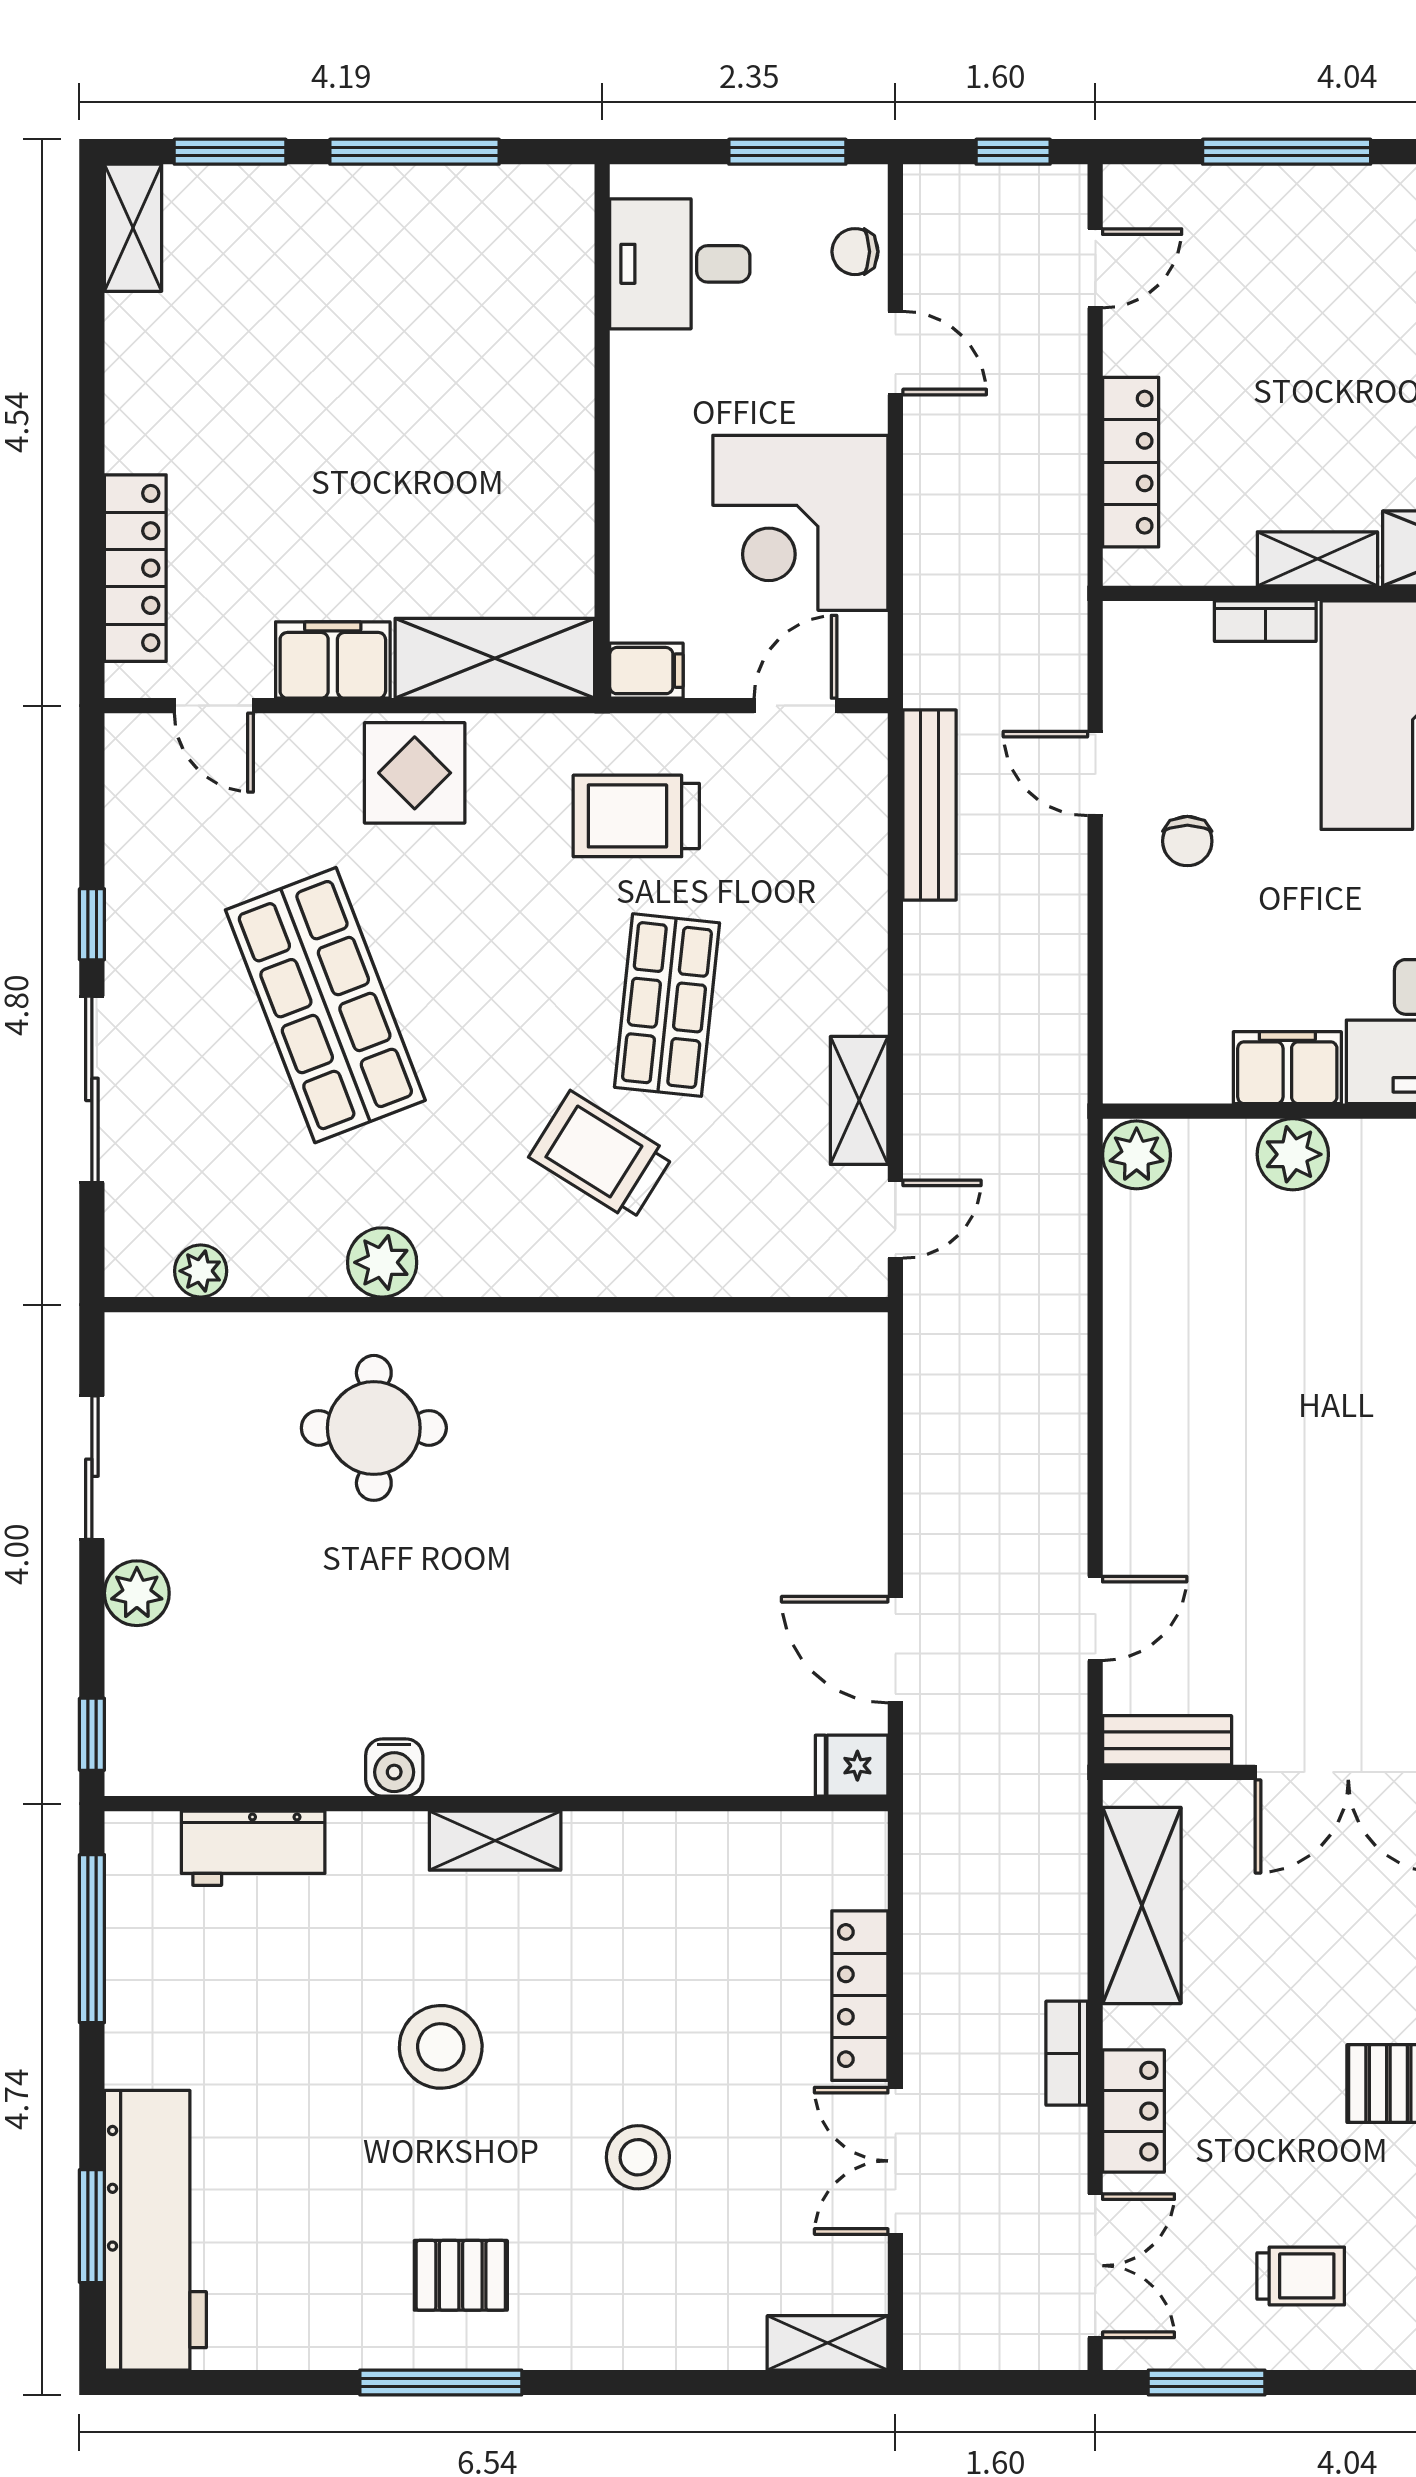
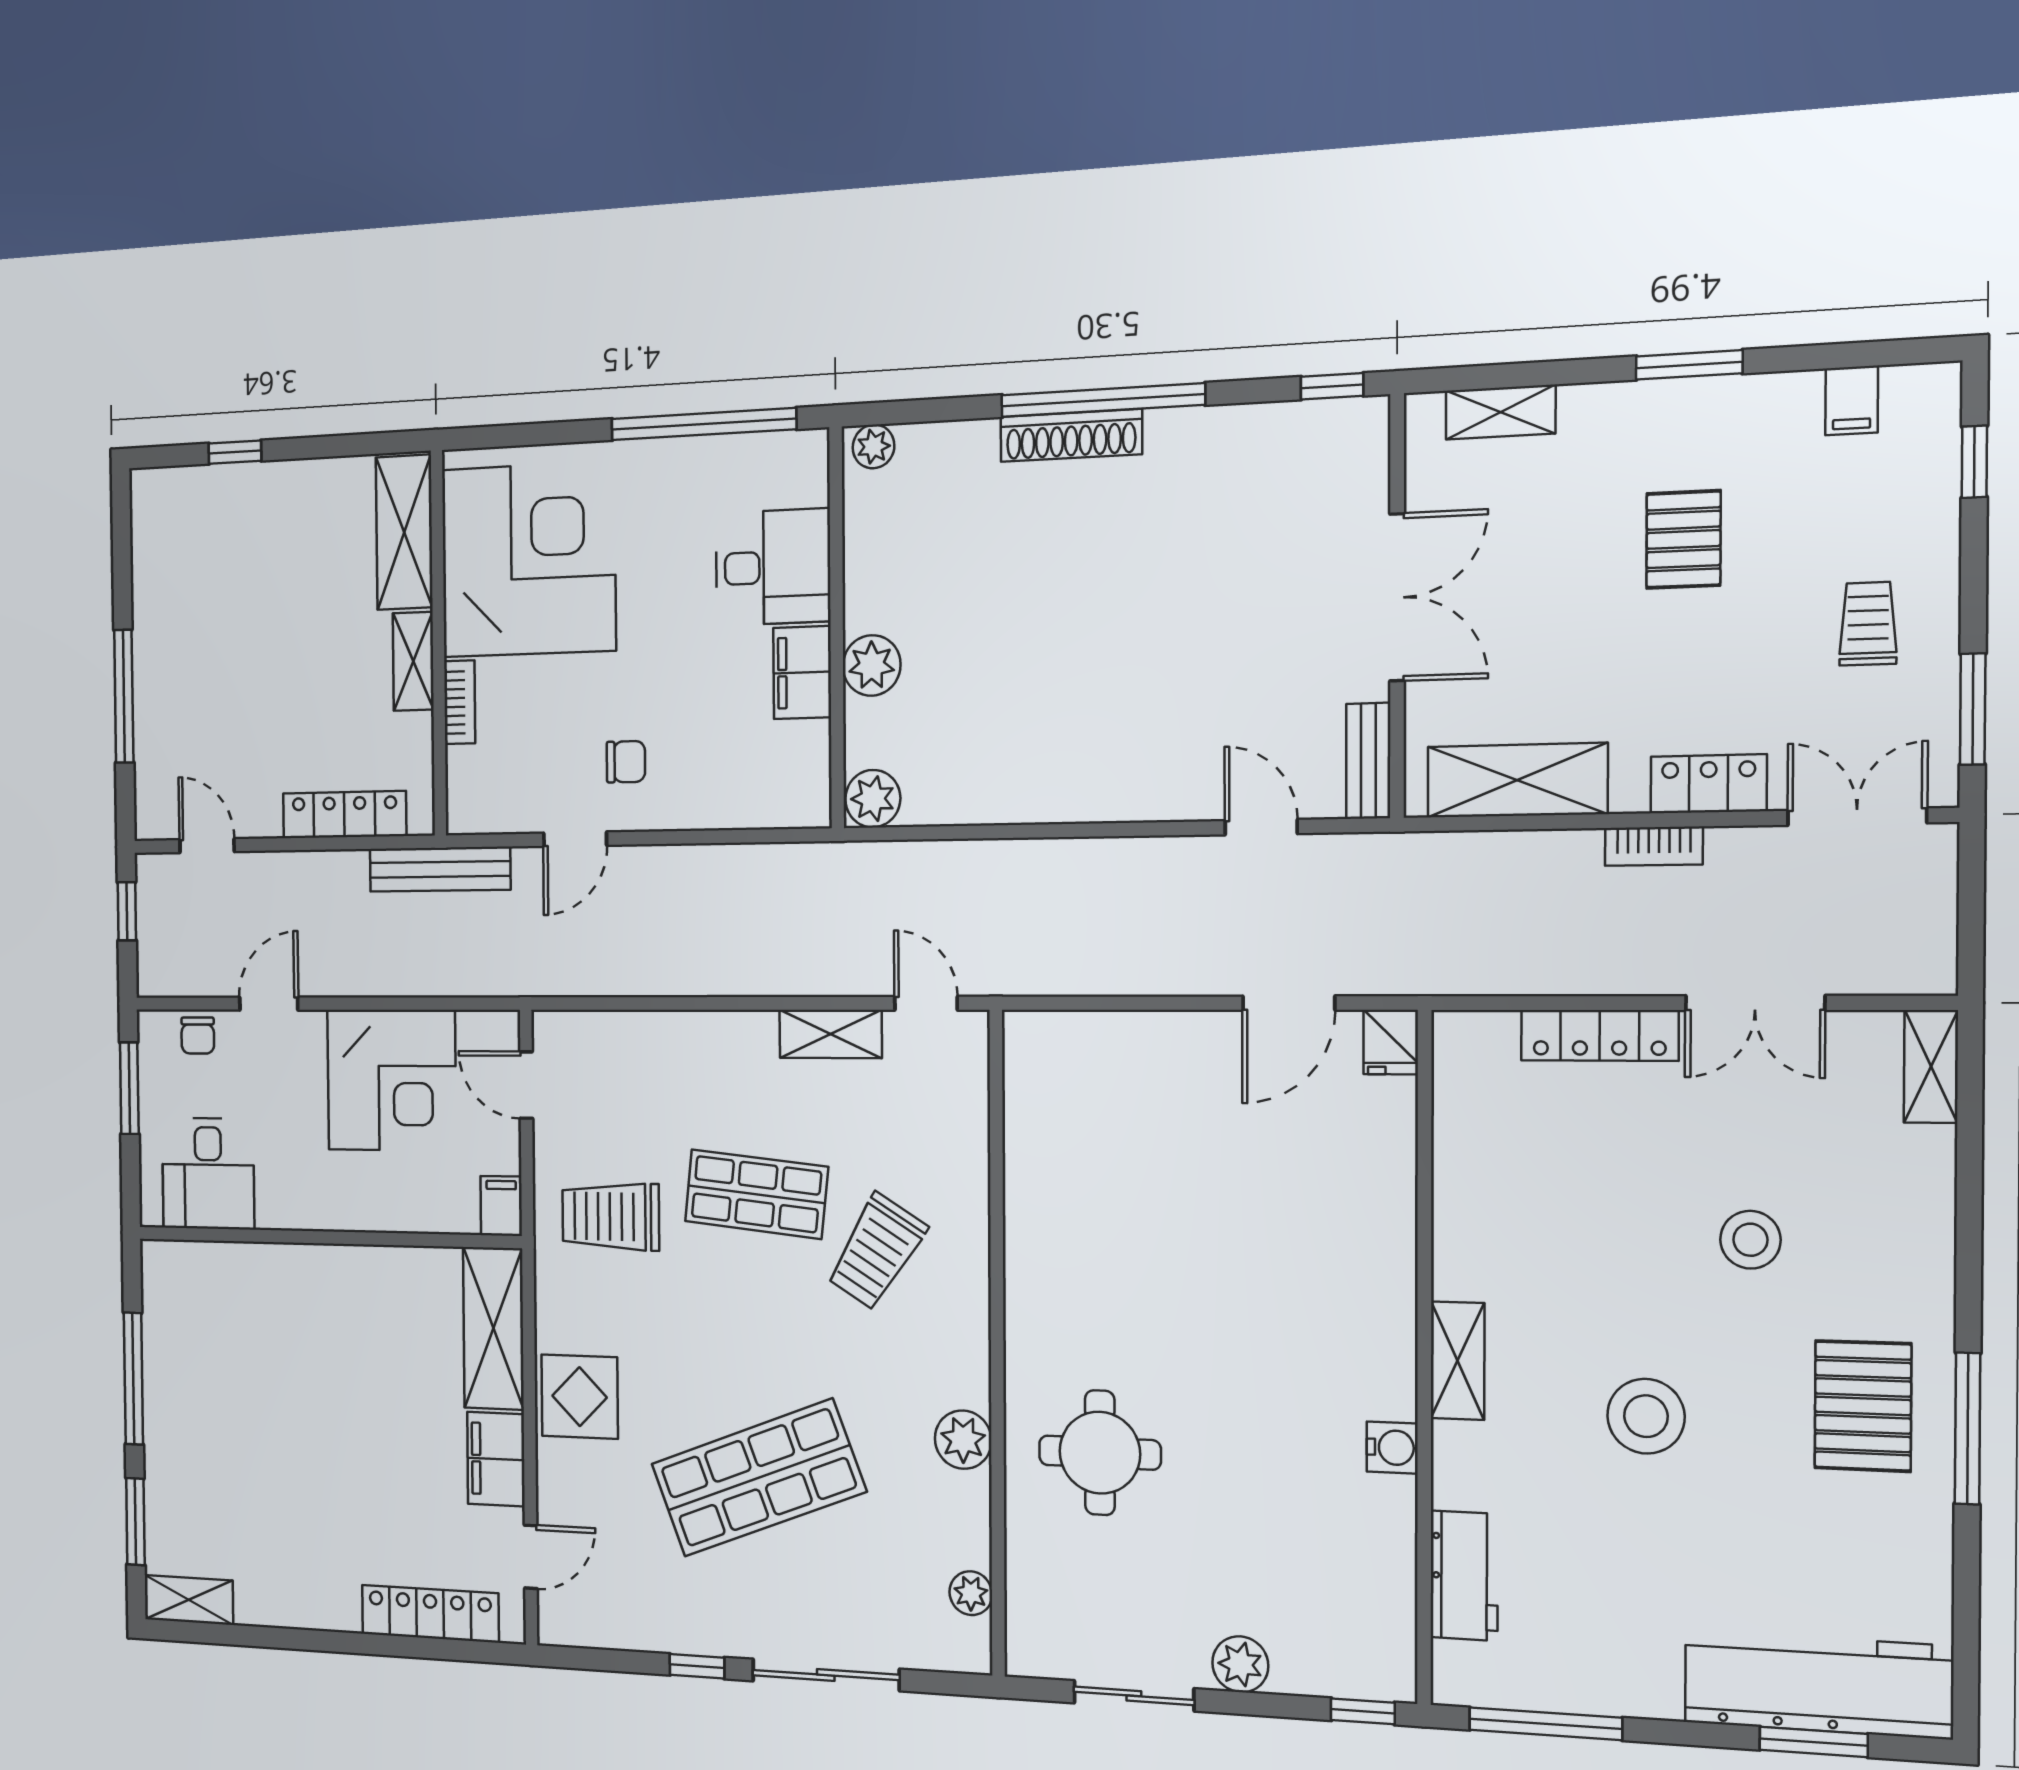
bench: (930, 805) -> (440, 869), moved
trolley: (636, 816) -> (611, 1217), turned 90
pallet: (461, 2275) -> (1863, 1406), width x1.50, depth x1.42

